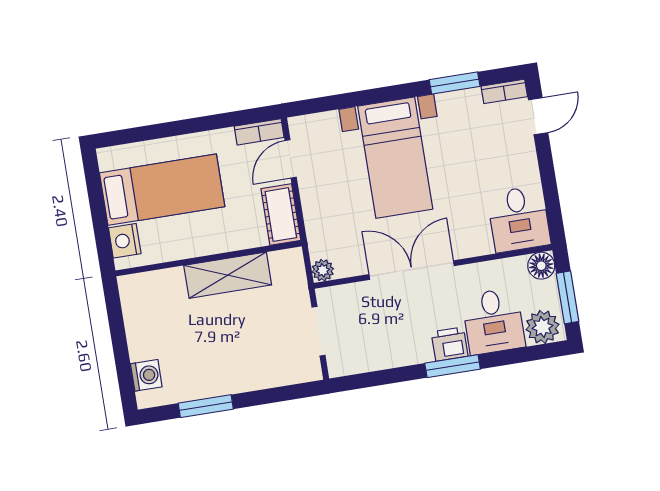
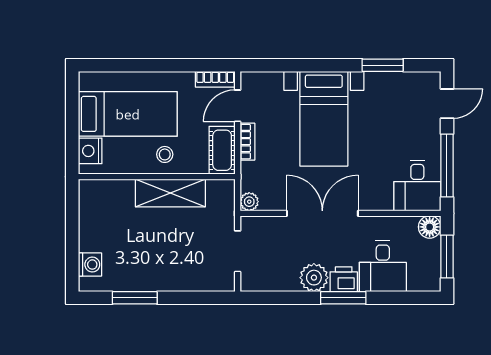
bookcase: (504, 91) -> (247, 142), moved, turned -90
window: (550, 189) -> (447, 165), added
stool: (214, 231) -> (165, 154), added
plant: (542, 327) -> (314, 278), moved

